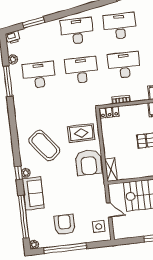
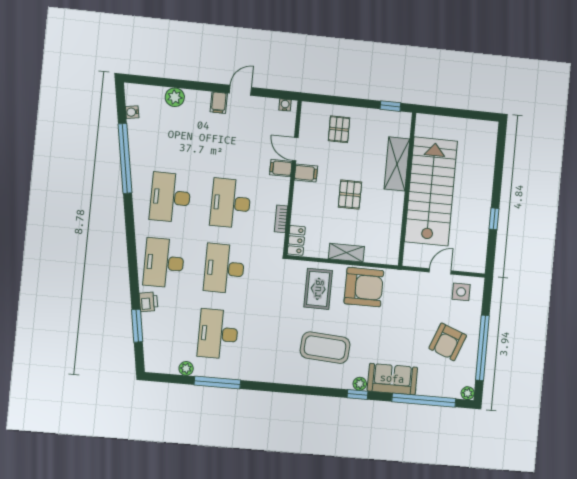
printer: (13, 37) -> (148, 302), moved
coffee table: (44, 145) -> (325, 348), turned 42
shelving: (111, 170) -> (346, 253), moved
armchair: (65, 225) -> (448, 342), turned -69

